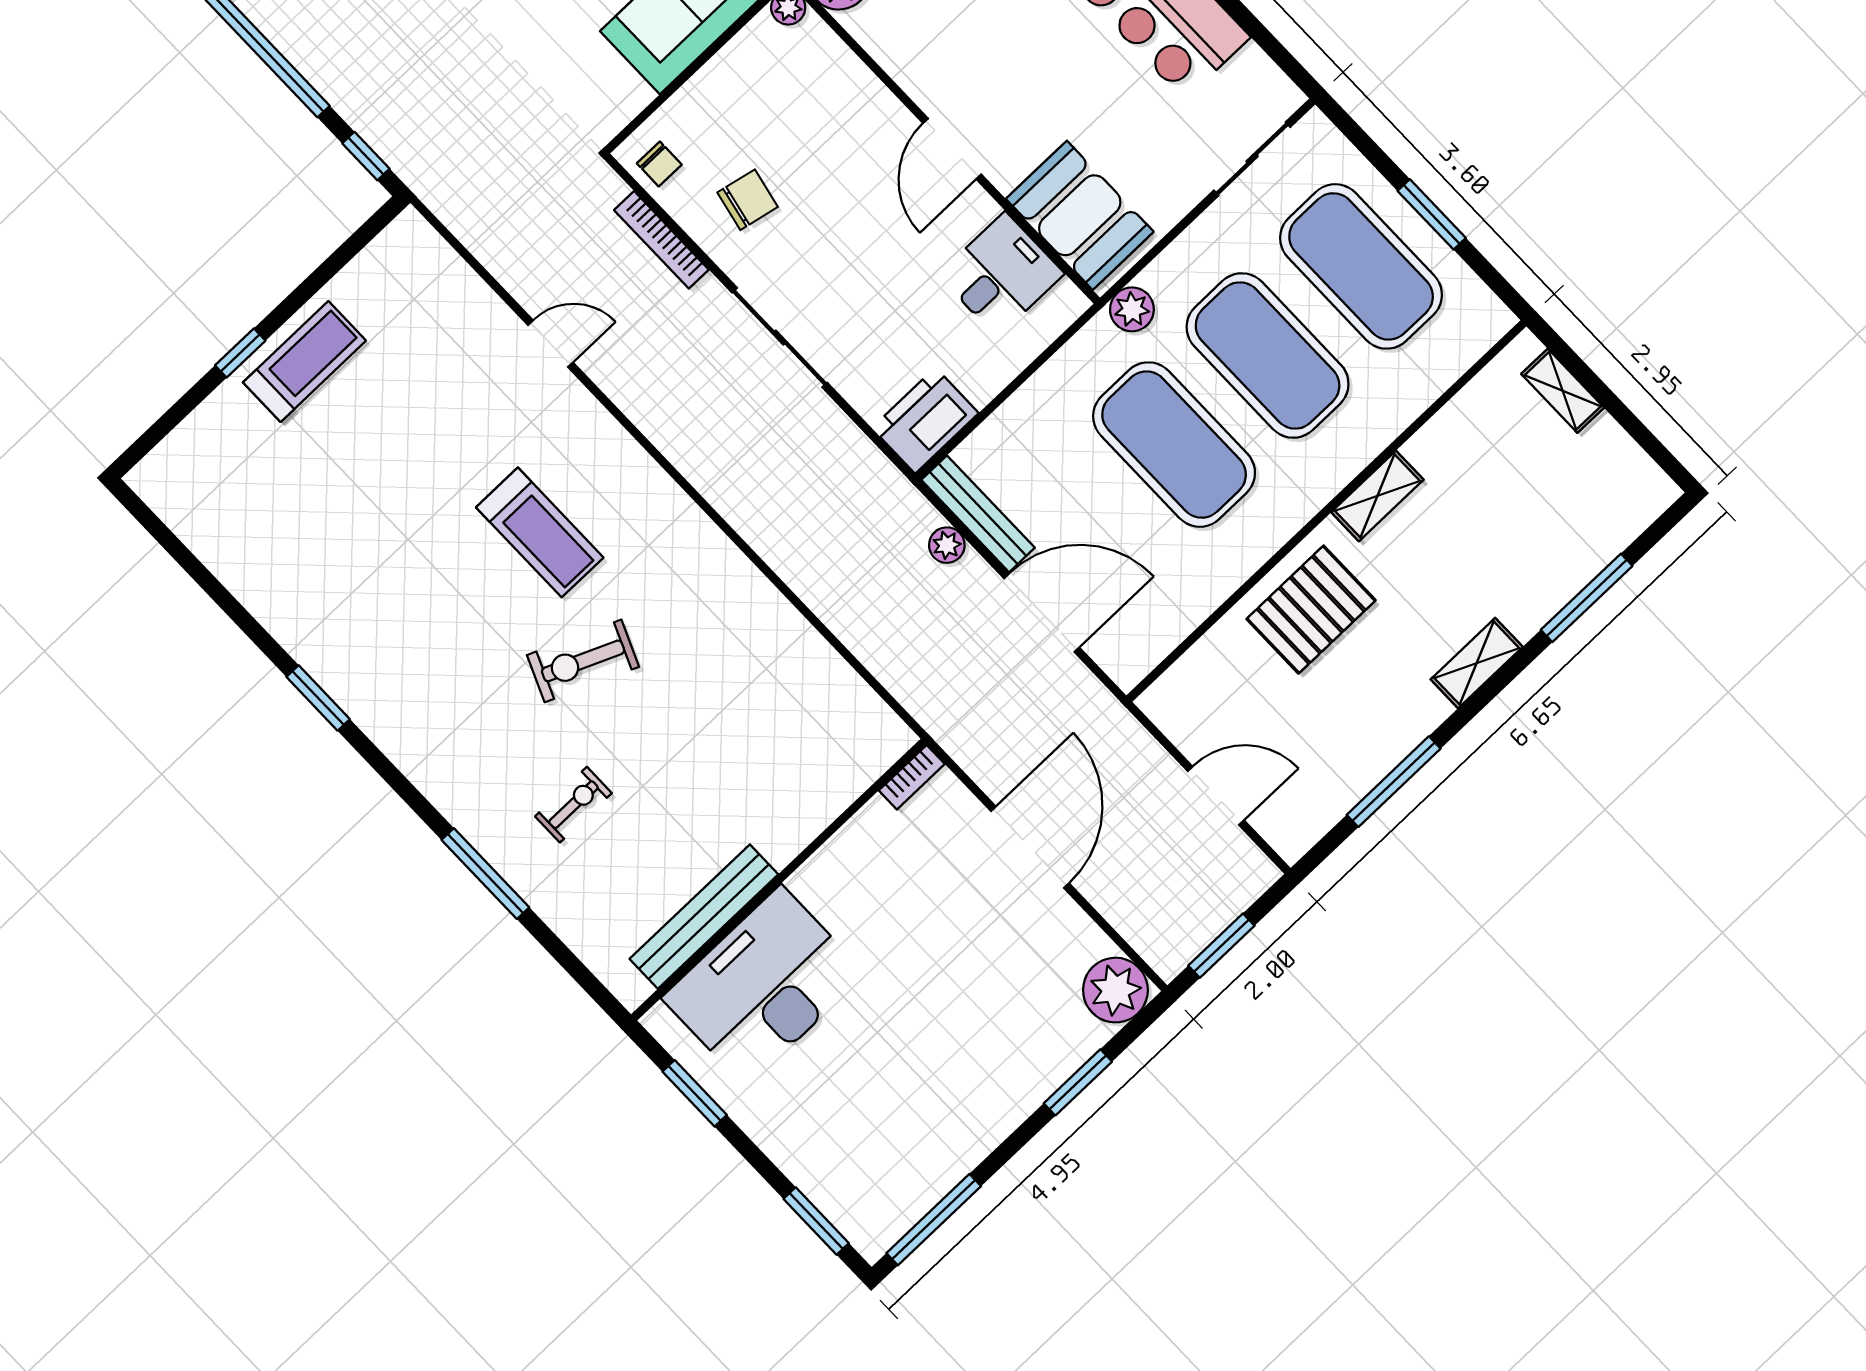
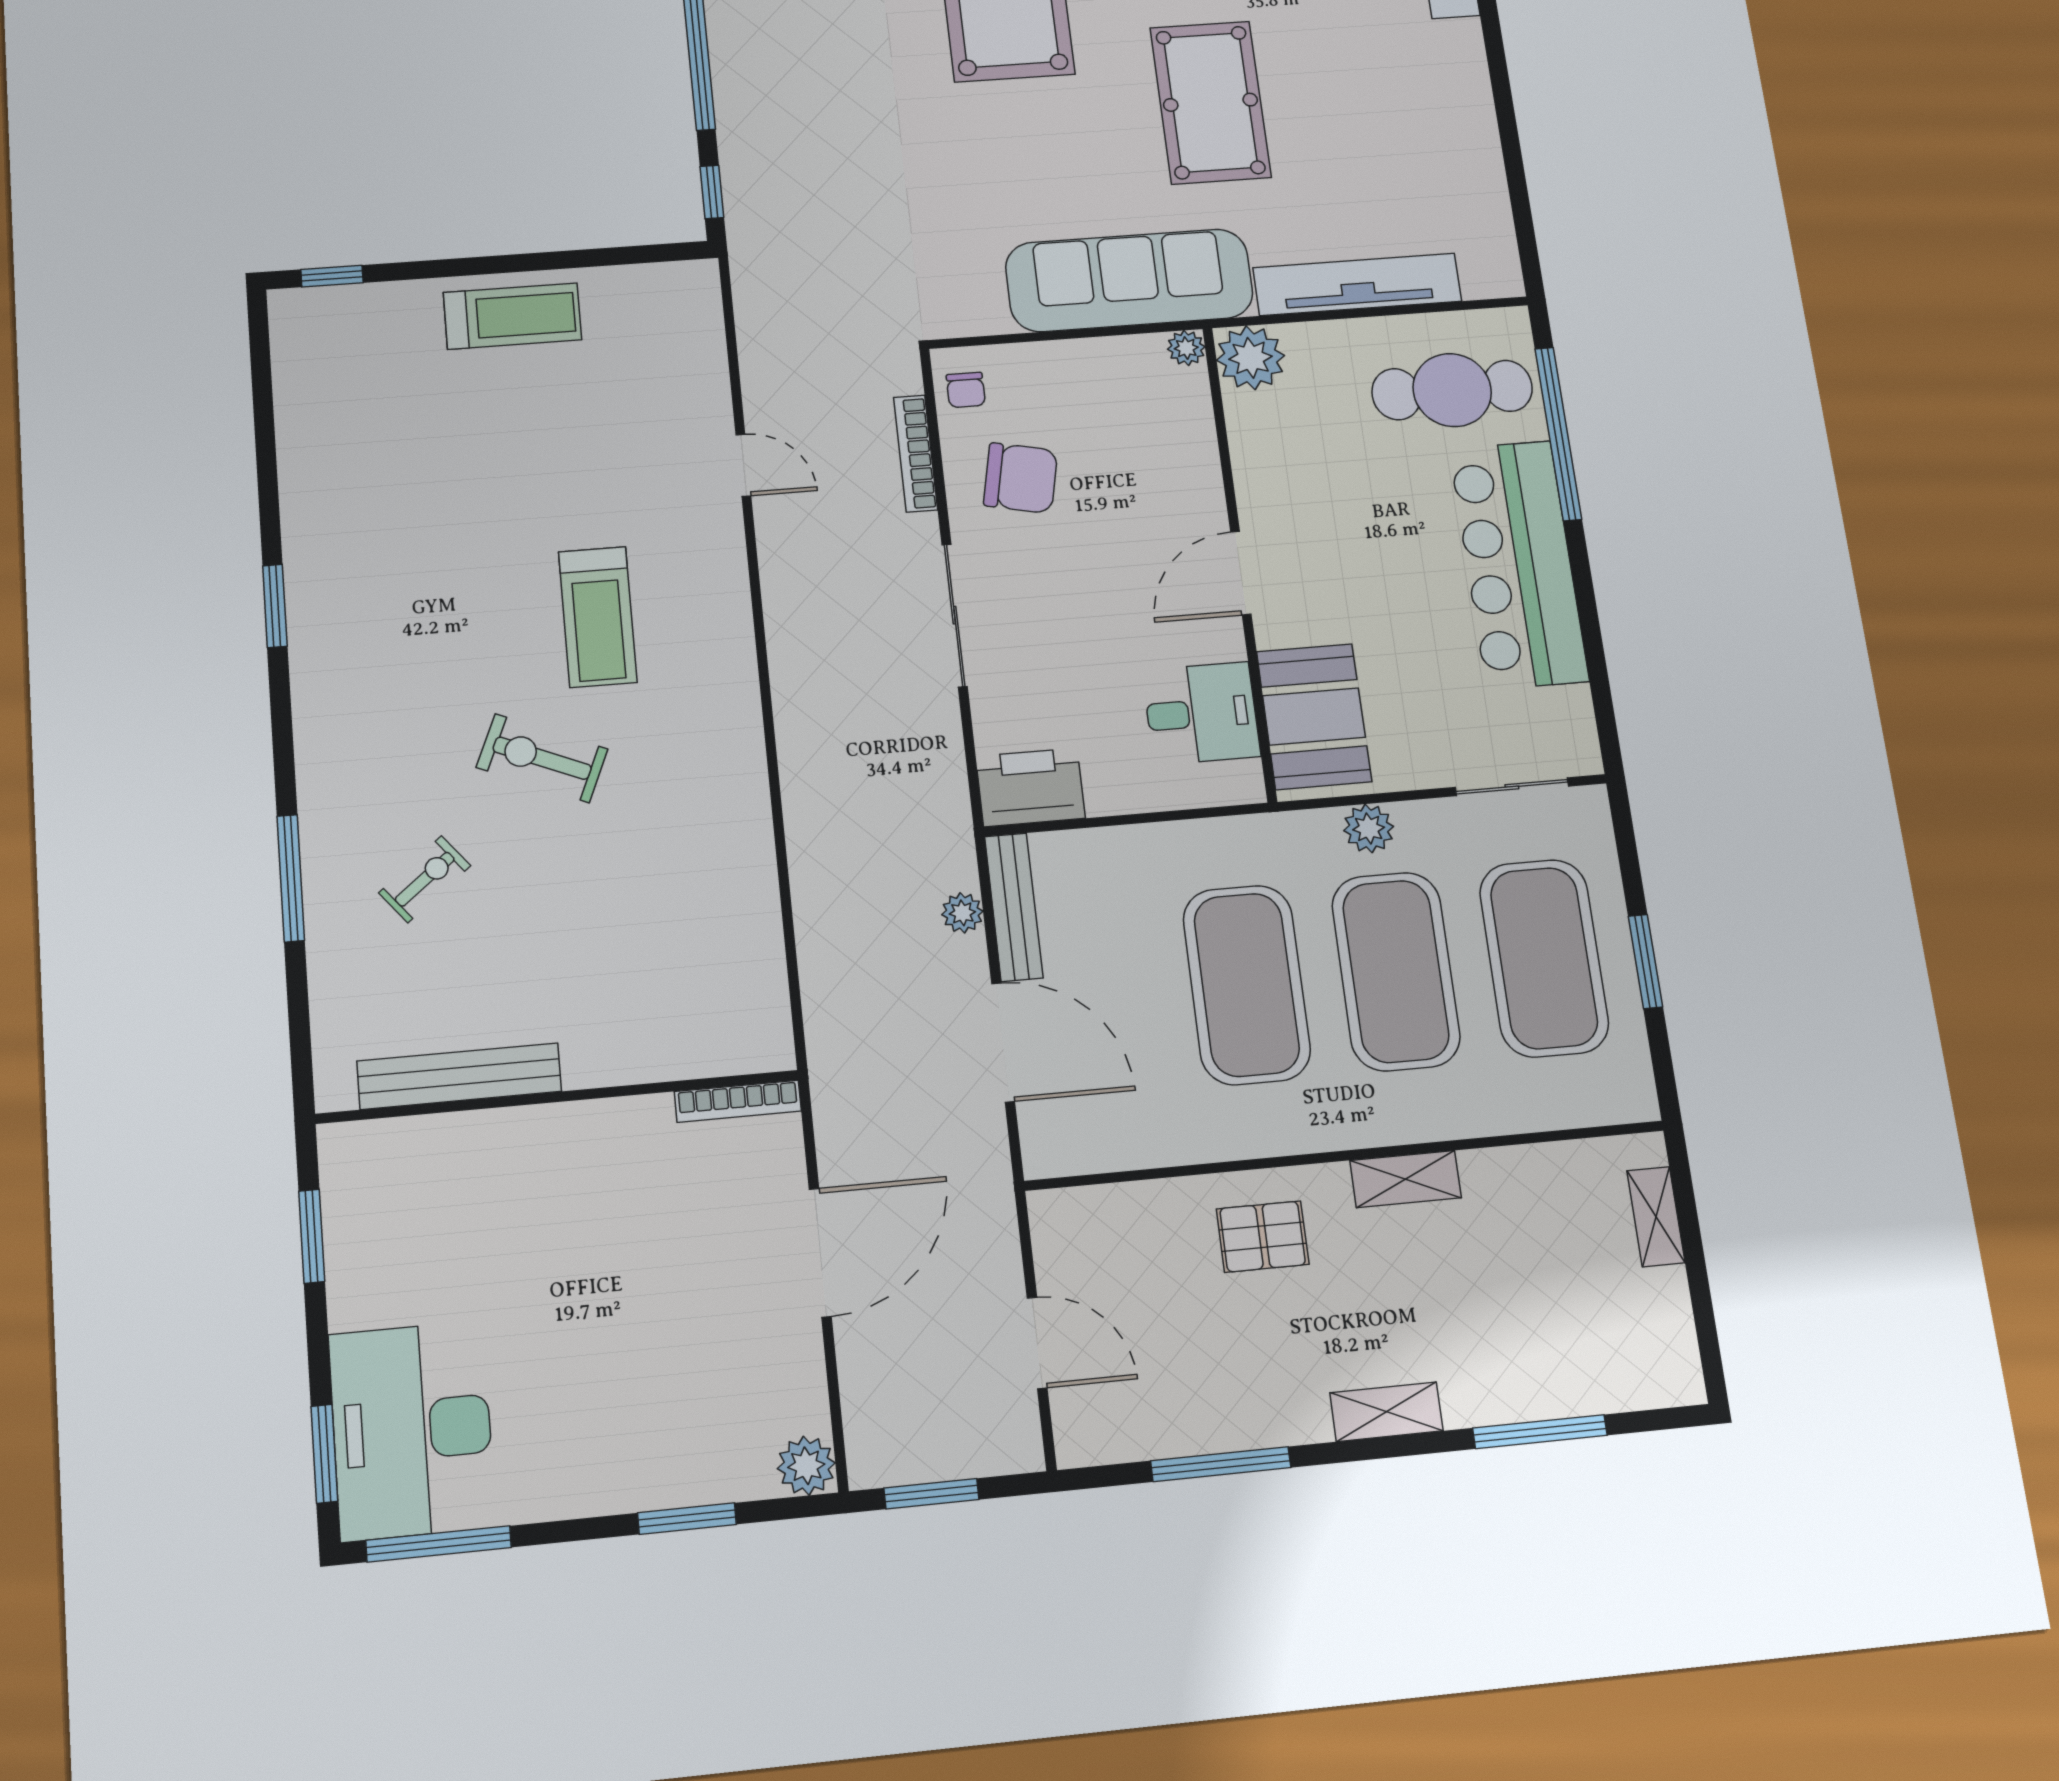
chair: (748, 200) -> (1021, 478), width x1.37, depth x1.37
plant: (1132, 309) -> (1369, 828), moved
window: (240, 353) -> (332, 276), moved
pallet: (1311, 610) -> (1263, 1237), width x0.67, depth x0.71
bookcase: (912, 777) -> (738, 1101), width x1.56
exercise bike: (573, 805) -> (425, 879), turned -39
desk: (764, 986) -> (412, 1430), moved, turned -90
plant: (1115, 990) -> (806, 1466), width x0.73, depth x0.73

